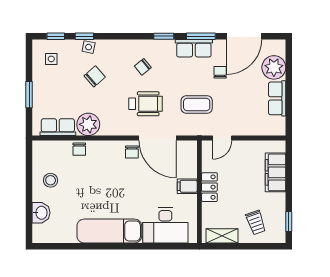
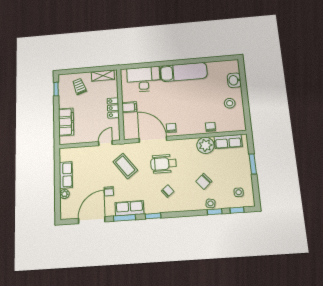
plant: (274, 67) -> (64, 194), width x0.53, depth x0.53
coffee table: (197, 105) -> (125, 166), turned 53

